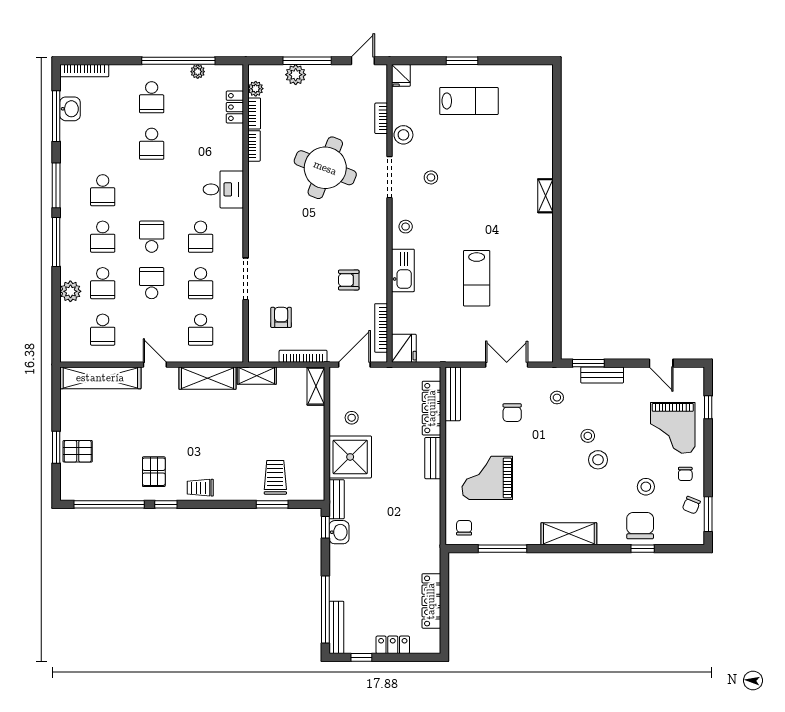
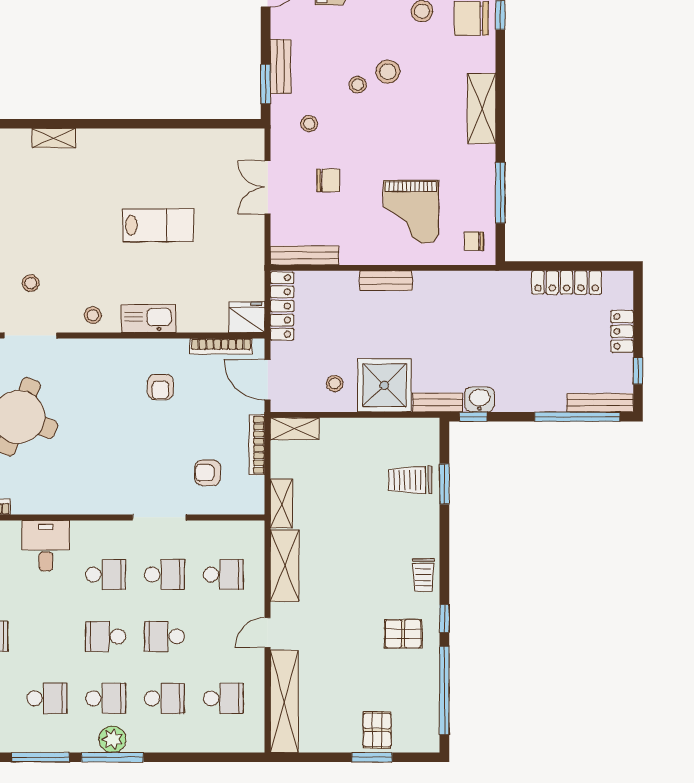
plant: (70, 291) -> (112, 739), moved
locker: (432, 408) -> (282, 306), moved, turned -90

